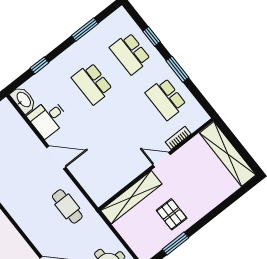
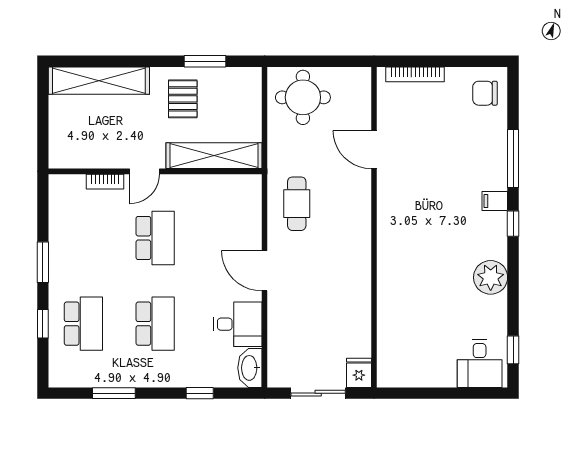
school desk: (166, 99) -> (155, 238), moved
shelving: (228, 154) -> (99, 81), moved, turned 90
door: (162, 160) -> (144, 171), hinge flipped

